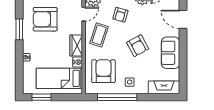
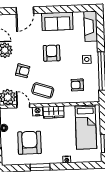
armchair: (45, 19) -> (29, 143), turned 180
armchair: (138, 46) -> (52, 53), turned -61
nightstand: (78, 62) -> (38, 111), moved
armchair: (103, 71) -> (77, 85), width x0.53, depth x0.53

